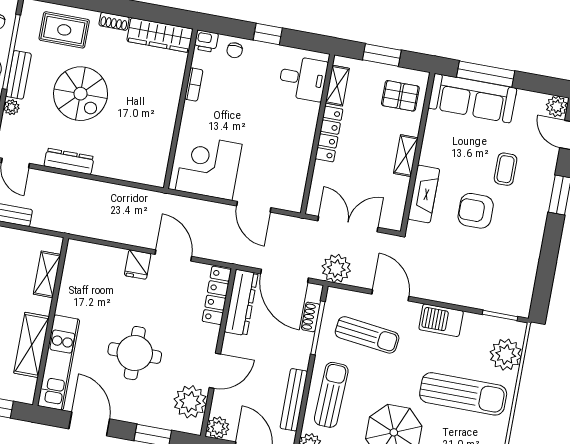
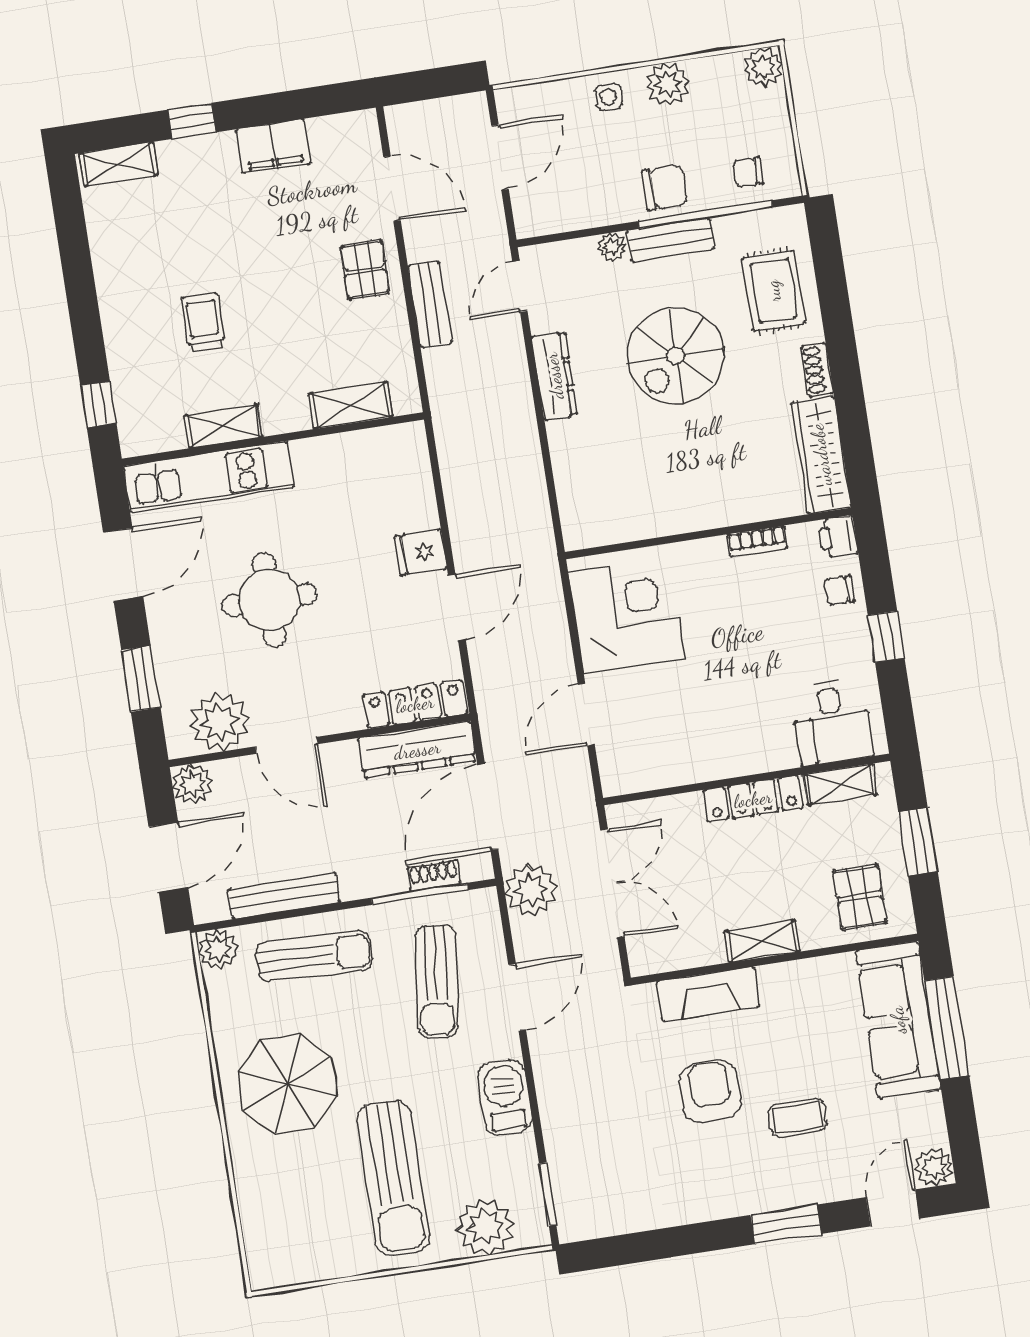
shelving: (32, 345) -> (223, 426), width x0.67, depth x0.75

